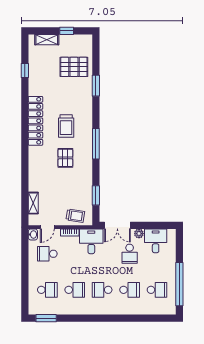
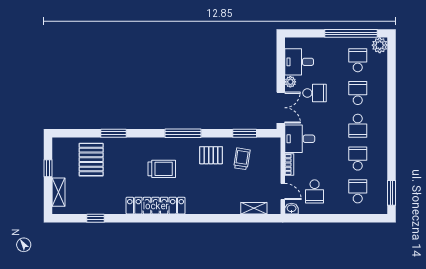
pallet: (65, 158) -> (211, 155), moved
trolley: (75, 216) -> (242, 159), moved
plant: (169, 308) -> (380, 45), added

